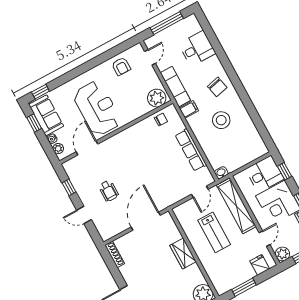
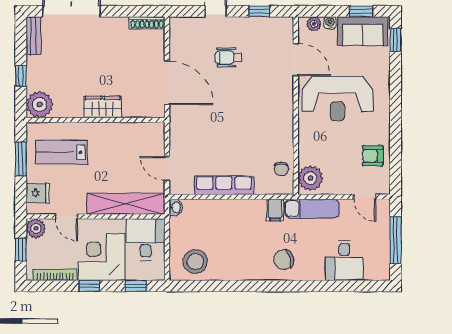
stool: (221, 120) -> (195, 262), moved
desk: (265, 174) -> (146, 239), moved, turned 180
lab bench: (214, 232) -> (61, 152), moved

